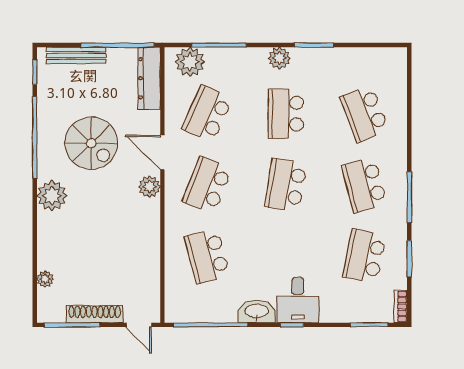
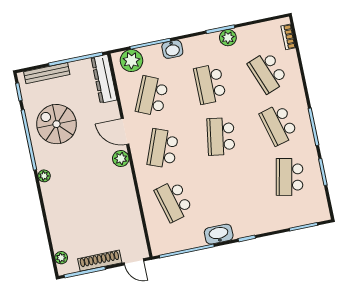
washbasin: (246, 58) -> (172, 49), added
plant: (279, 58) -> (228, 38), moved
spiral stairs: (91, 143) -> (57, 124), moved, turned 180
plant: (52, 196) -> (44, 176), width x0.53, depth x0.53
plant: (45, 279) -> (61, 258), moved
desk: (298, 300) -> (247, 219), removed
bookcase: (401, 306) -> (288, 37), moved

